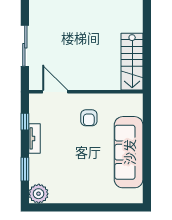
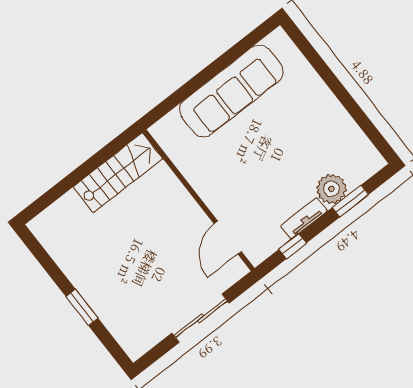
armchair: (89, 118) -> (227, 172), removed
plant: (39, 194) -> (331, 189), moved

